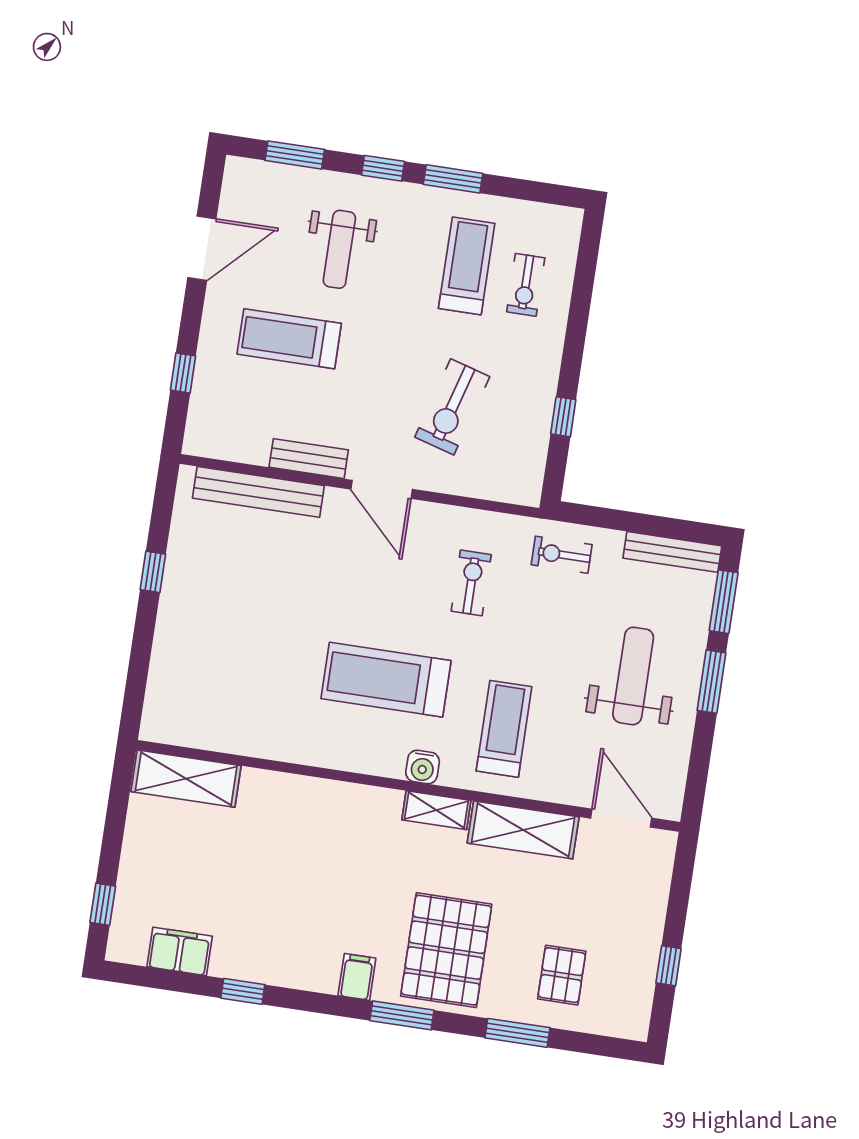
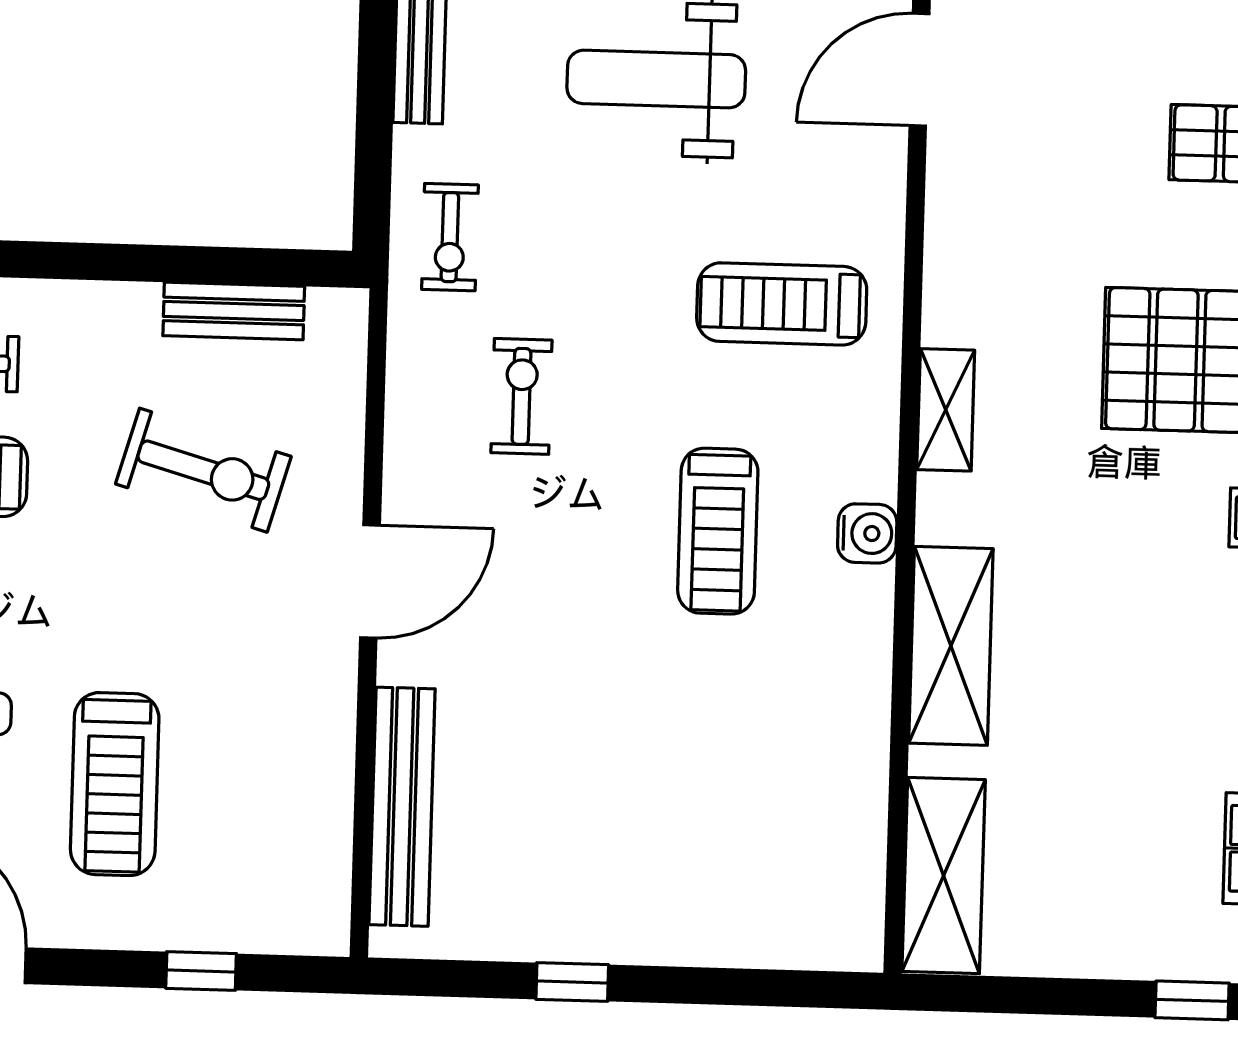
window: (563, 417) -> (197, 265), removed
bench: (309, 459) -> (234, 311), moved, turned 90
exercise bike: (471, 583) -> (522, 396), turned 90
treadmill: (386, 680) -> (718, 531), width x0.73, depth x0.73
water cooler: (423, 767) -> (867, 533), moved
shelving: (523, 830) -> (951, 646), moved

